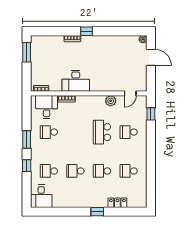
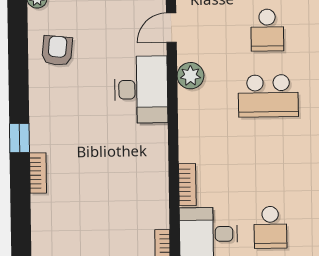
armchair: (122, 47) -> (57, 51), added
desk: (76, 81) -> (141, 90), moved
door: (130, 93) -> (171, 28), swing flipped

